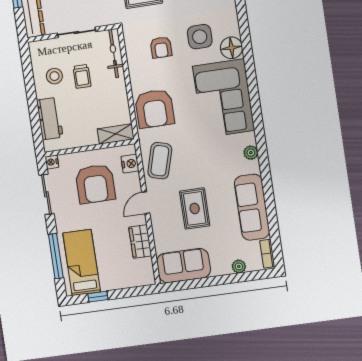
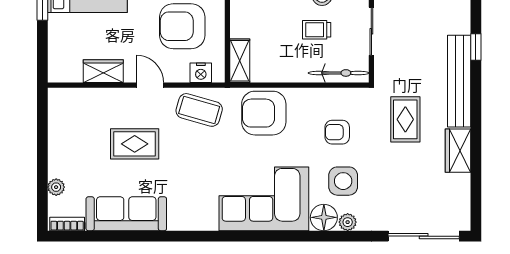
plant: (251, 153) -> (348, 222), moved
sofa: (184, 266) -> (66, 120), removed

